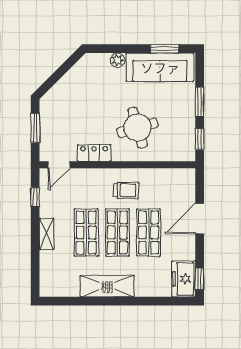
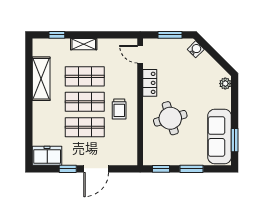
plant: (118, 60) -> (225, 84), moved
water cooler: (53, 96) -> (196, 49), added
window: (35, 197) -> (57, 35), moved
door: (200, 219) -> (96, 169), swing flipped
window: (200, 279) -> (68, 169), moved
shelving: (107, 286) -> (41, 79), moved

